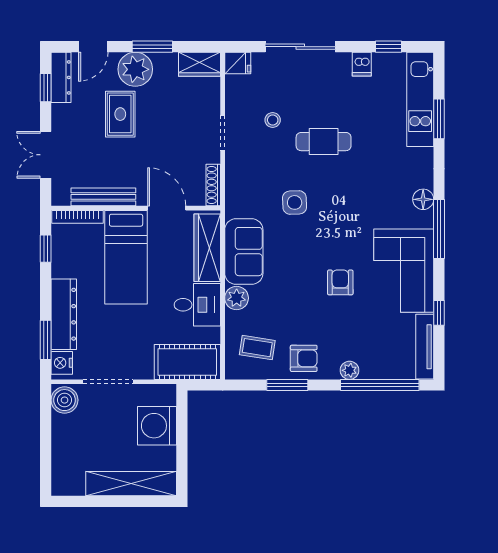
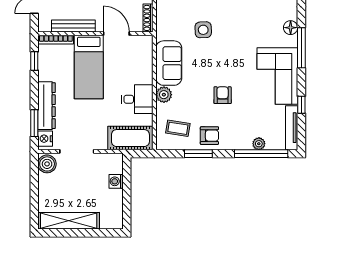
wardrobe: (207, 248) -> (144, 61), removed
armchair: (340, 282) -> (223, 95), moved
plant: (349, 370) -> (259, 144), moved
washing machine: (157, 426) -> (116, 181), width x0.53, depth x0.53
shelving: (131, 484) -> (69, 221), moved

